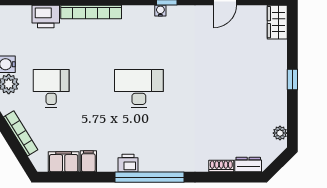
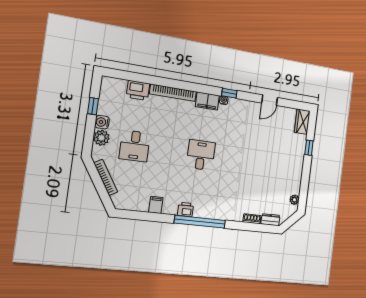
window: (292, 79) -> (309, 148), moved
desk: (51, 89) -> (135, 146), turned 180
desk: (139, 89) -> (201, 155), width x0.73
filing cabinet: (64, 162) -> (207, 101), moved, turned 180

